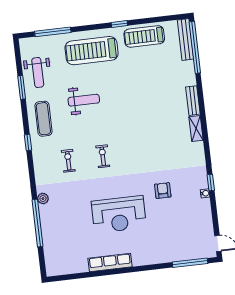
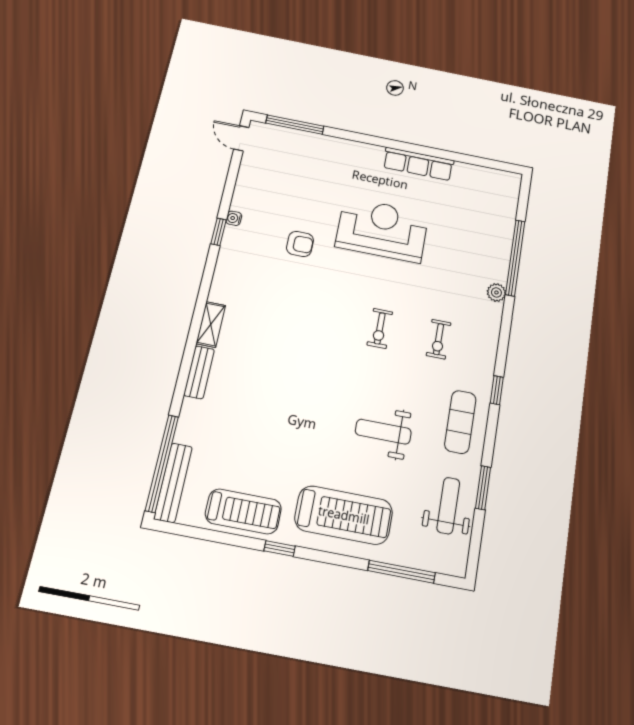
armchair: (163, 191) -> (300, 244), turned -90

